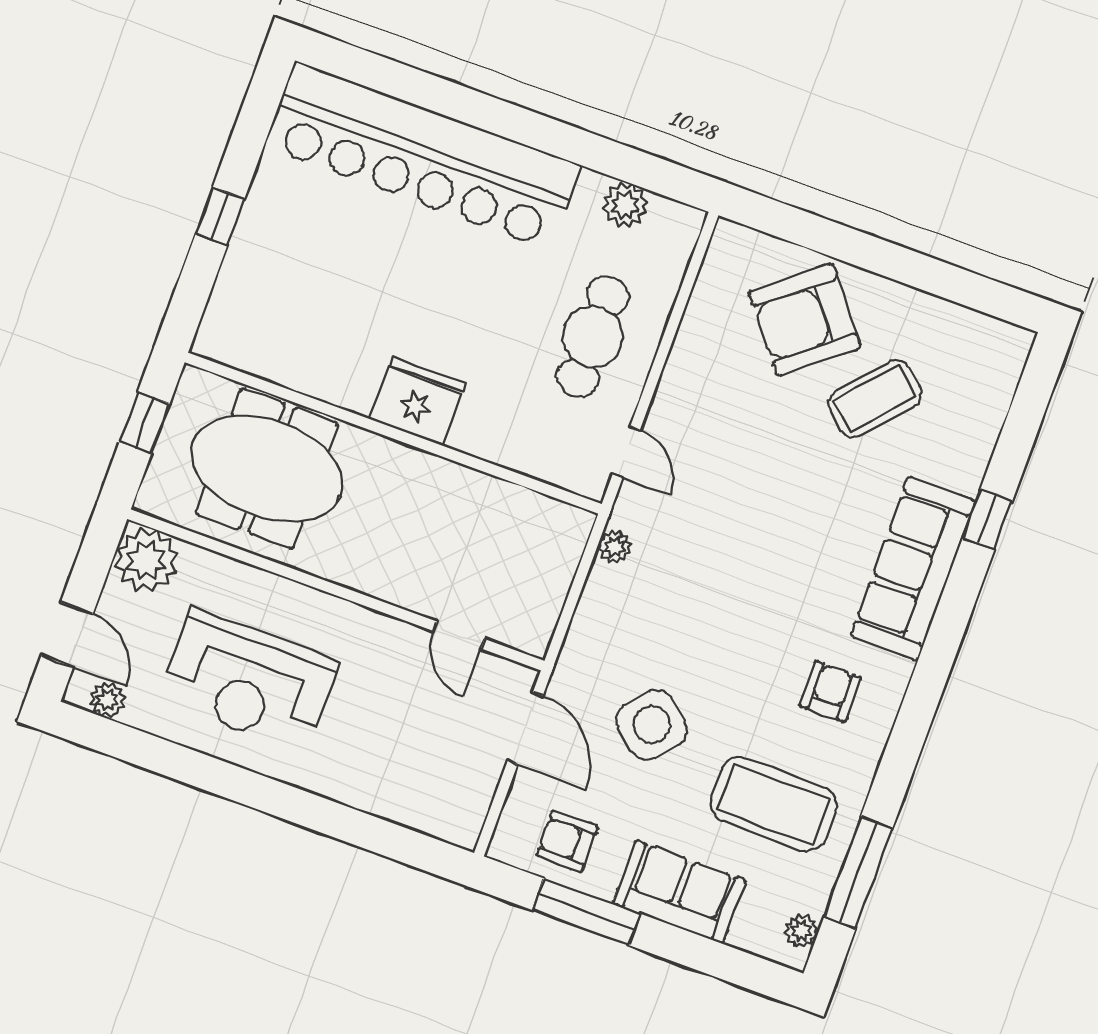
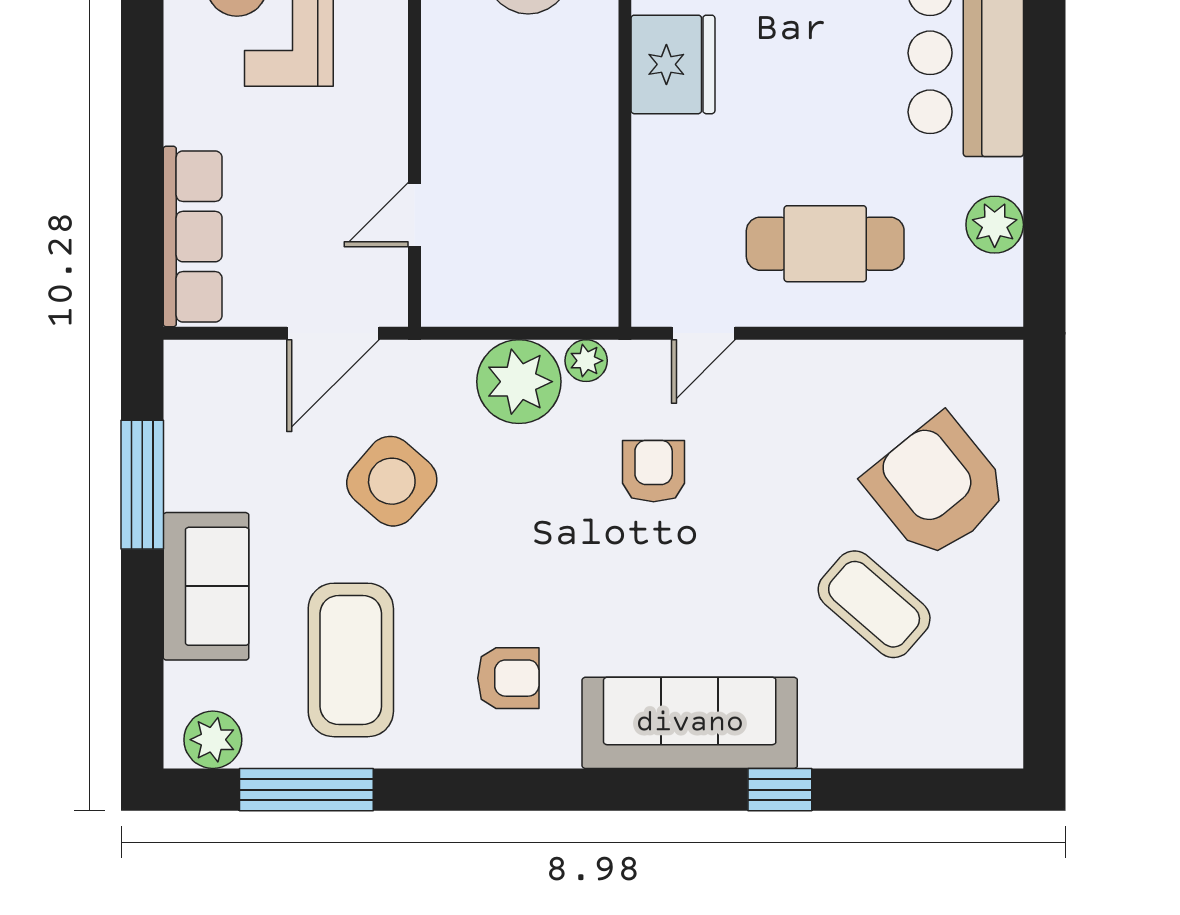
plant: (612, 603) -> (519, 382), added
row of seats: (415, 807) -> (193, 237), added
armchair: (567, 841) -> (654, 471), moved
plant: (801, 931) -> (213, 740), width x1.38, depth x1.38

